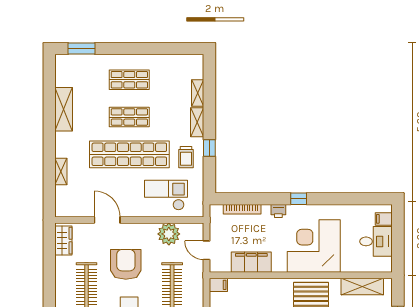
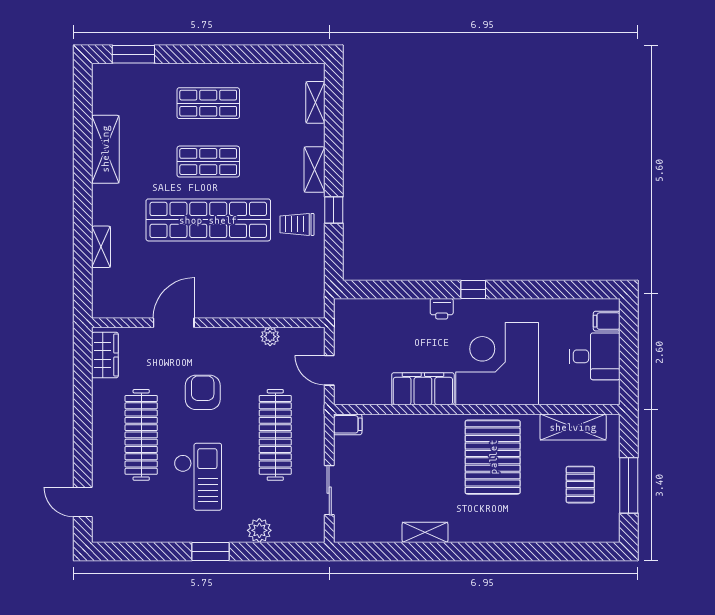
shelving: (198, 93) -> (315, 102), moved
trolley: (186, 157) -> (297, 224), turned 90
checkout: (166, 195) -> (266, 284), removed
bookcase: (242, 209) -> (385, 306), removed
door: (107, 220) -> (174, 323), hinge flipped
plant: (169, 234) -> (270, 337), width x0.53, depth x0.53
filing cabinet: (251, 262) -> (423, 389), moved
armchair: (126, 264) -> (203, 392), width x0.73, depth x0.73

